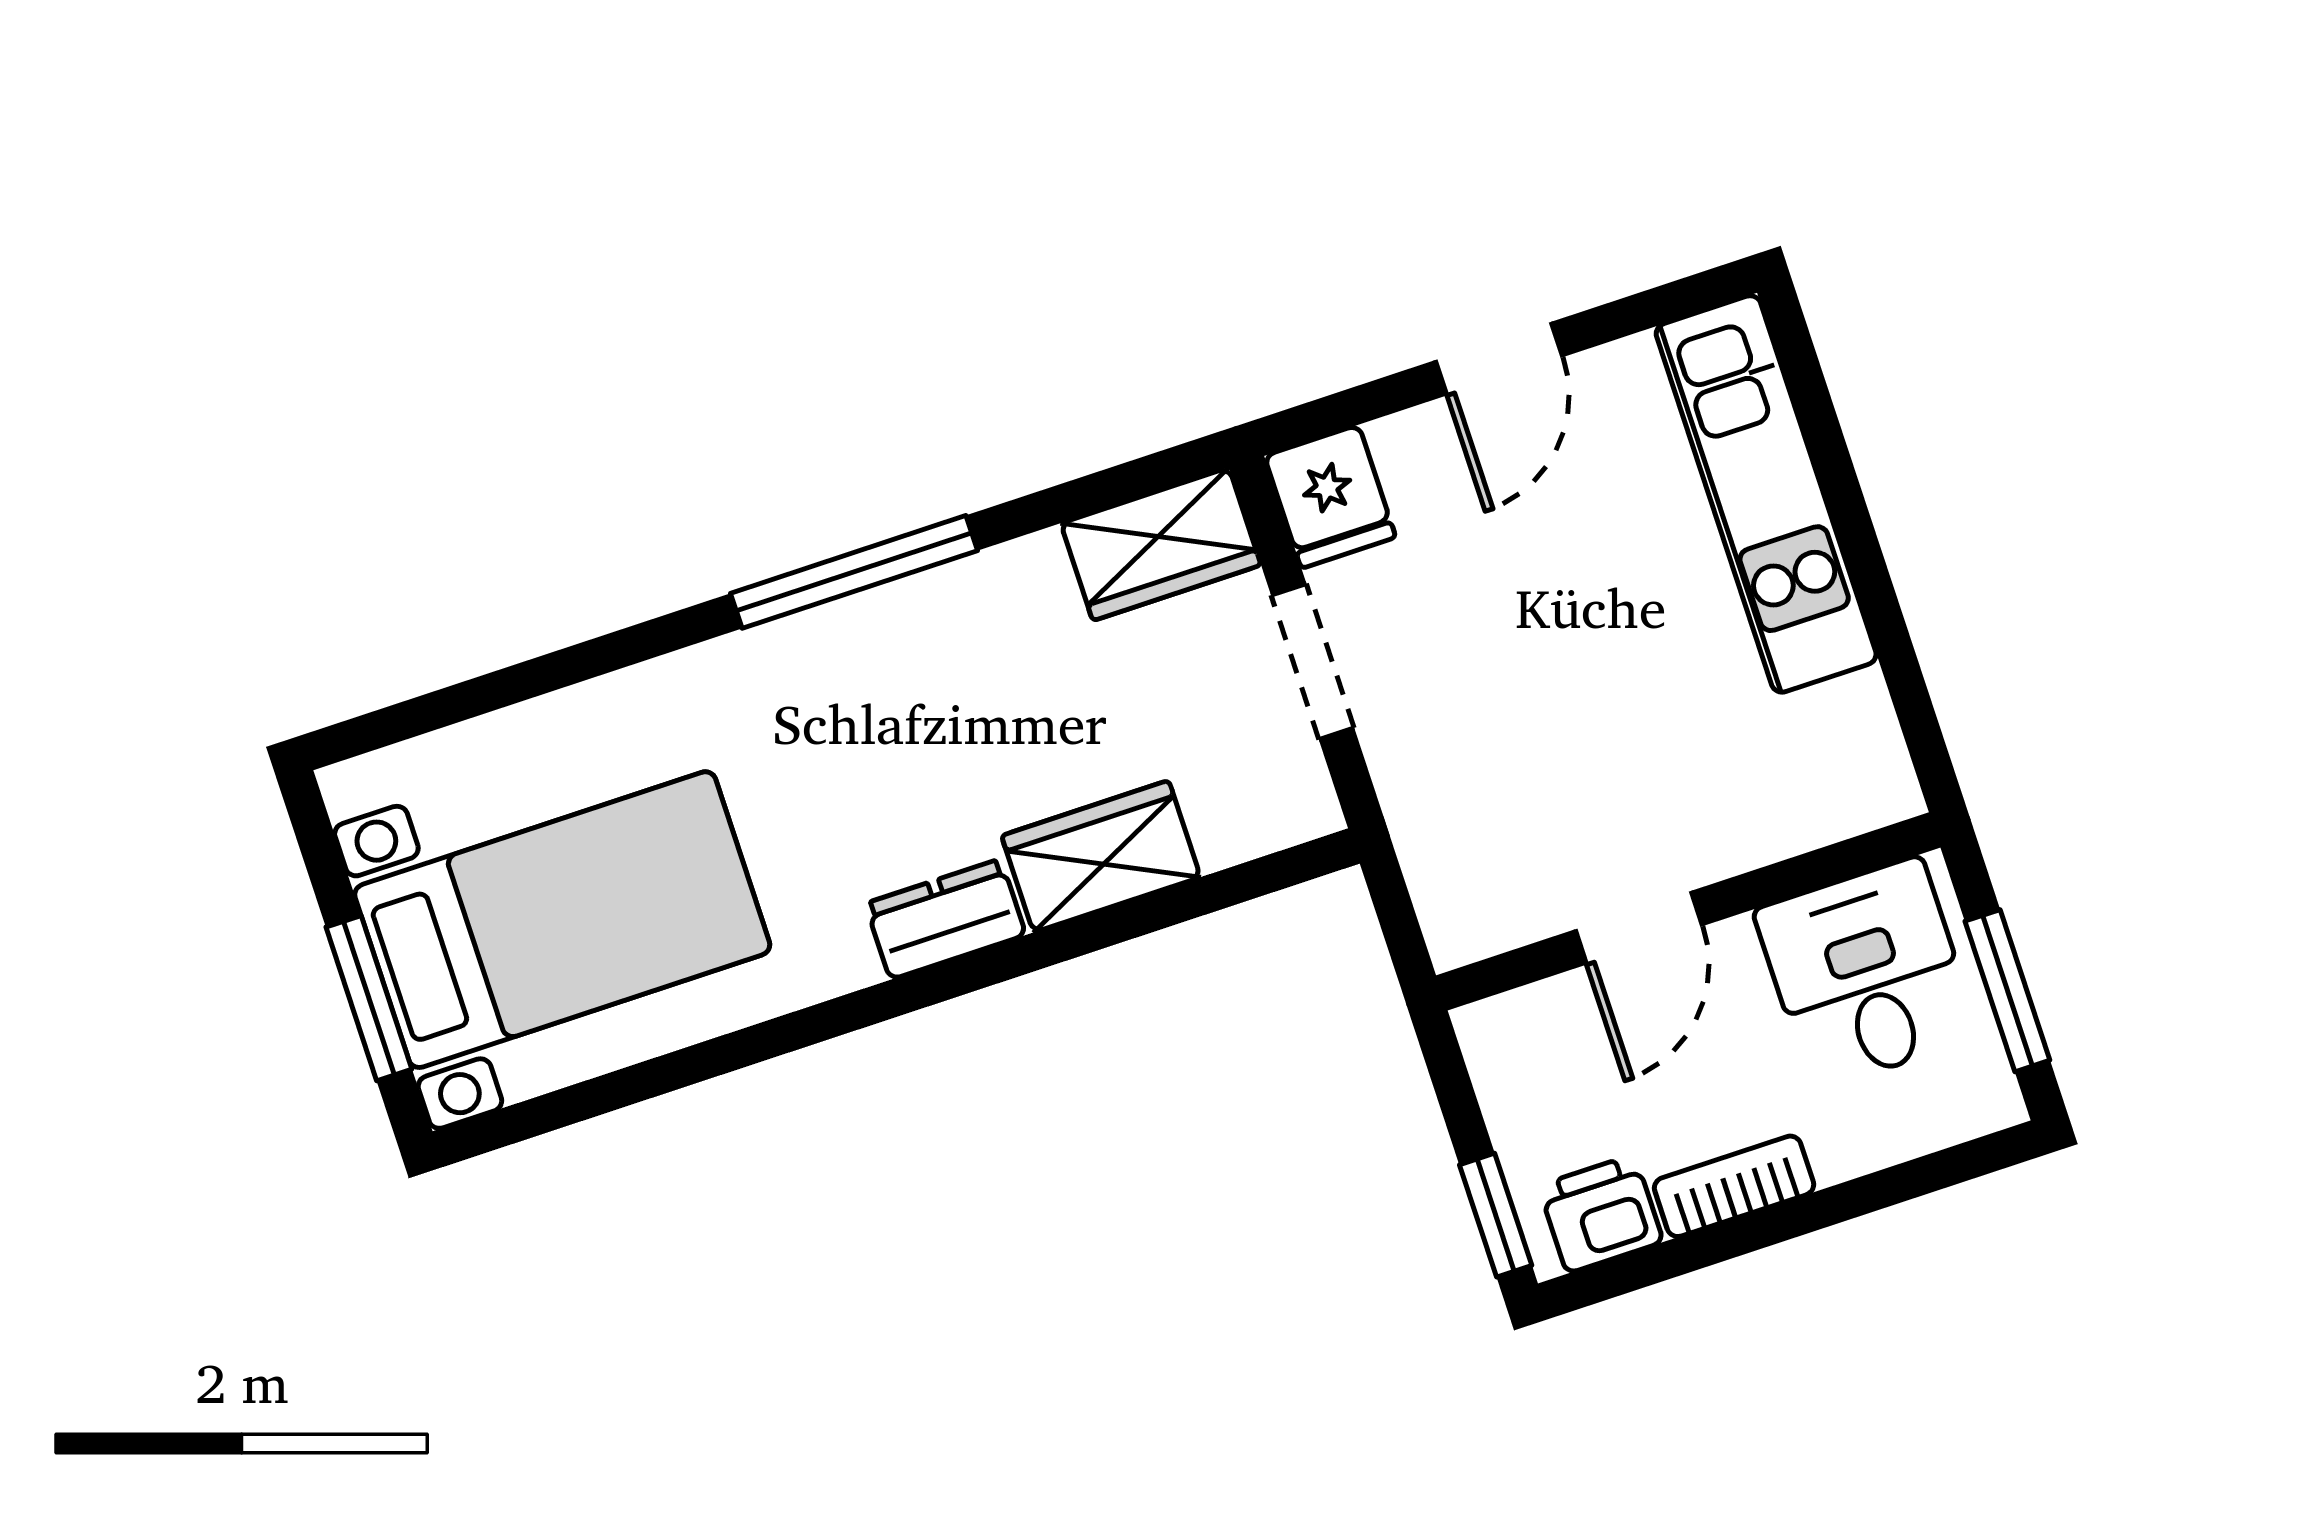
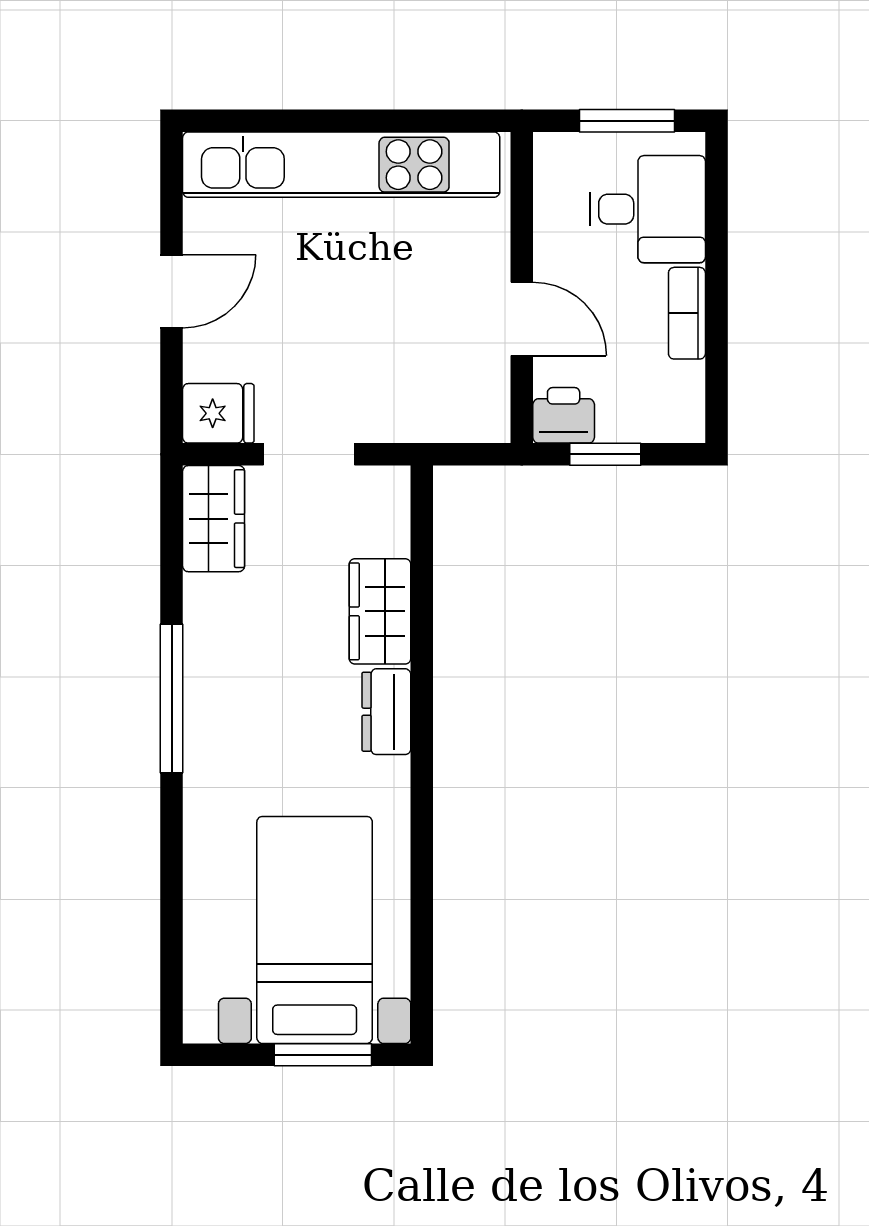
door: (1499, 359) -> (172, 291), hinge flipped
kitchen unit: (1766, 494) -> (341, 165), width x1.36
desk: (1867, 974) -> (647, 209), moved, turned 180
printer: (1601, 1214) -> (564, 415), moved, turned 90
window: (1496, 1215) -> (605, 454), moved

